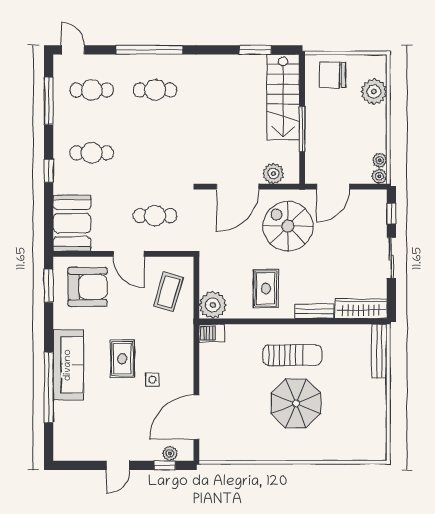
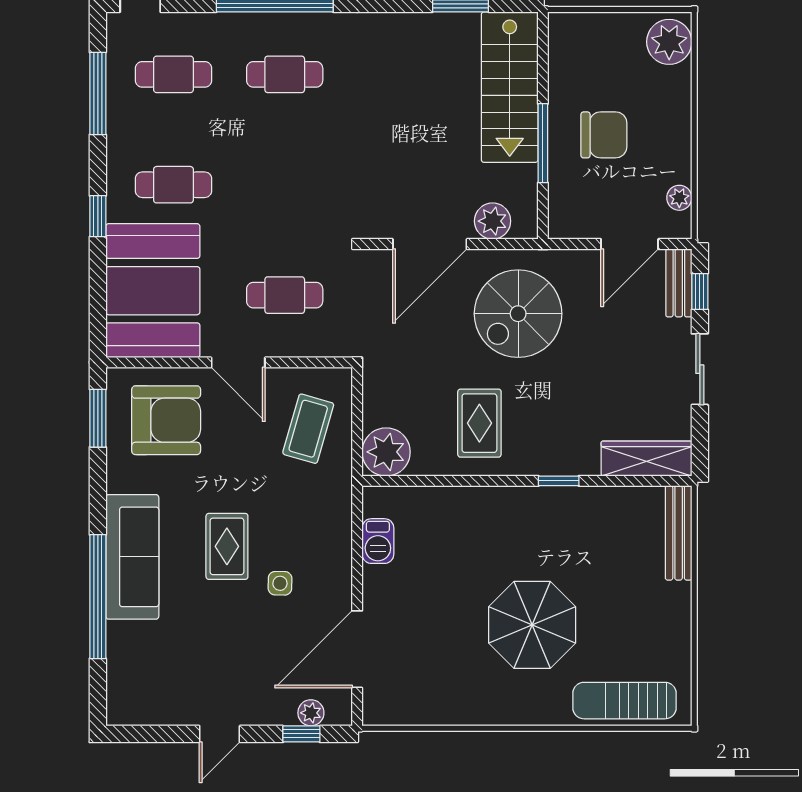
chair: (332, 75) -> (604, 135), moved, turned 180
plant: (374, 92) -> (669, 42), moved
plant: (379, 176) -> (679, 226), removed
door: (333, 187) -> (630, 244), moved
booth: (72, 223) -> (153, 291), width x1.36, depth x1.42
spiral stairs: (288, 226) -> (518, 314), turned -90
bench: (314, 311) -> (679, 283), moved, turned 90
window: (311, 321) -> (559, 481), added
barbecue: (212, 333) -> (378, 541), moved, turned -90
sun lounger: (292, 355) -> (624, 701), moved, turned 180

